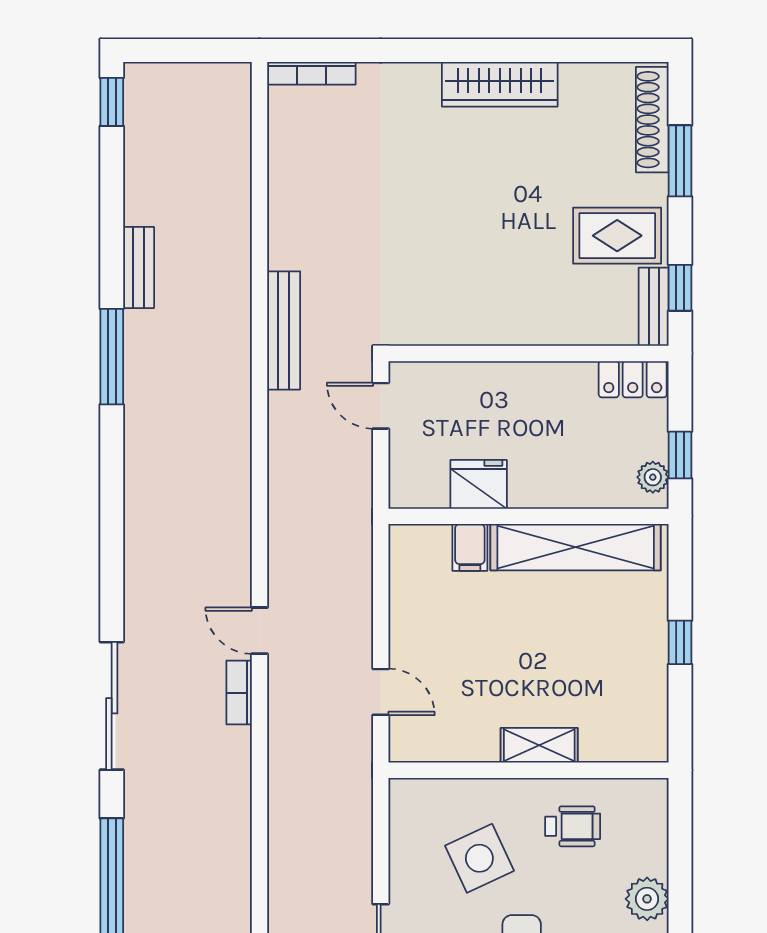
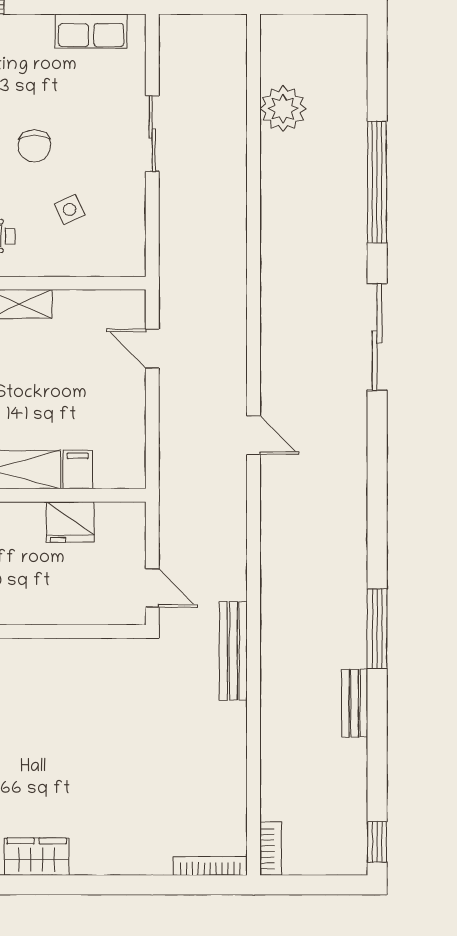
wardrobe: (500, 84) -> (37, 857), width x0.67
door: (259, 631) -> (254, 435), moved
bookcase: (239, 693) -> (271, 849), moved
side table: (479, 858) -> (70, 209), width x0.54, depth x0.54

